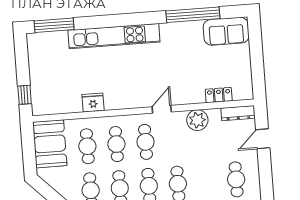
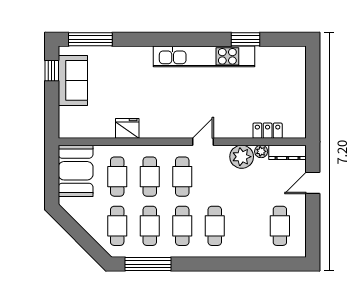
window: (193, 15) -> (246, 39), width x0.47
sofa: (226, 31) -> (73, 80), moved, turned -90
kitchen unit: (114, 36) -> (204, 56), moved
window: (25, 95) -> (52, 71), moved
plant: (214, 114) -> (261, 151), added

